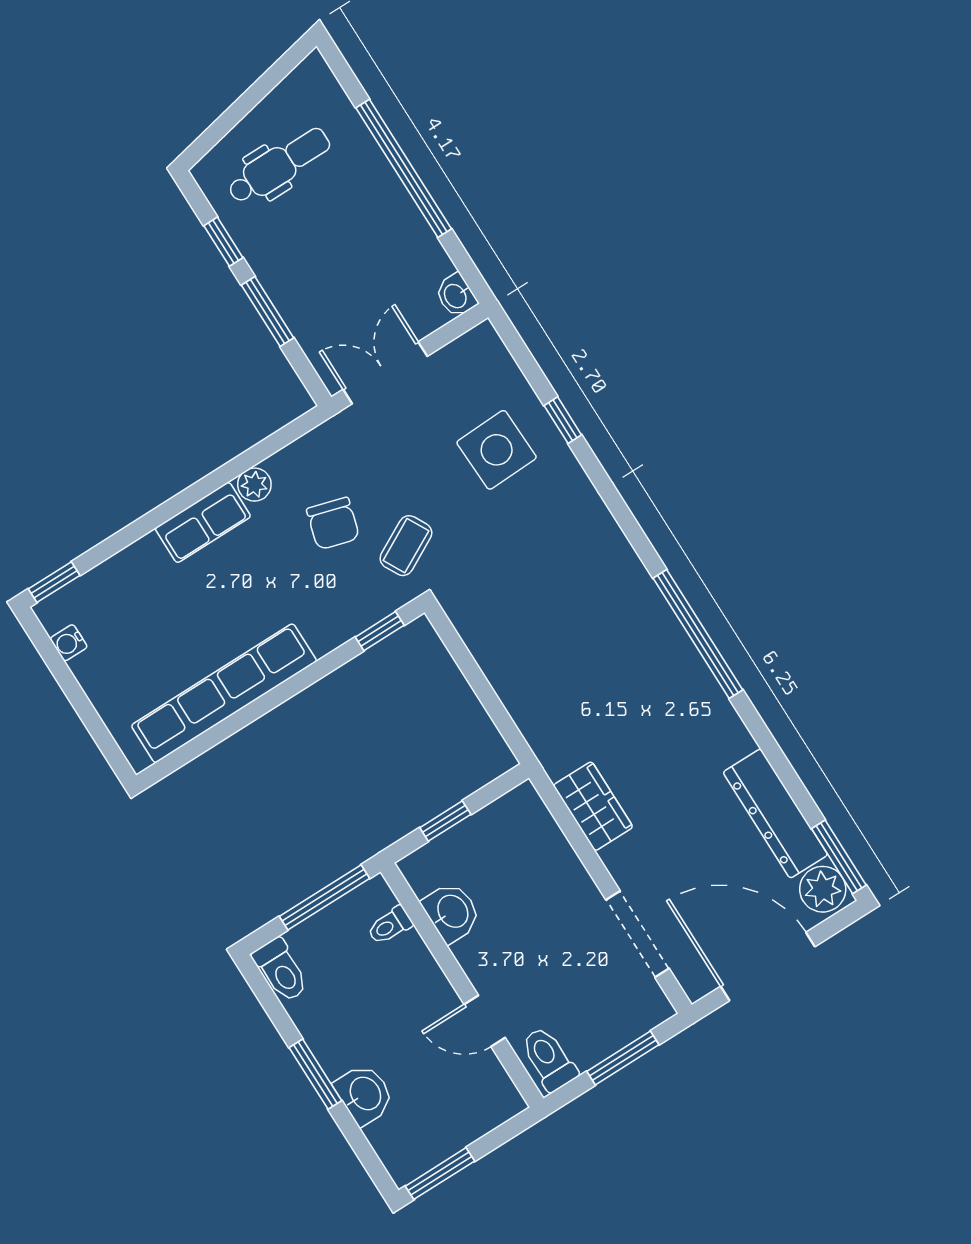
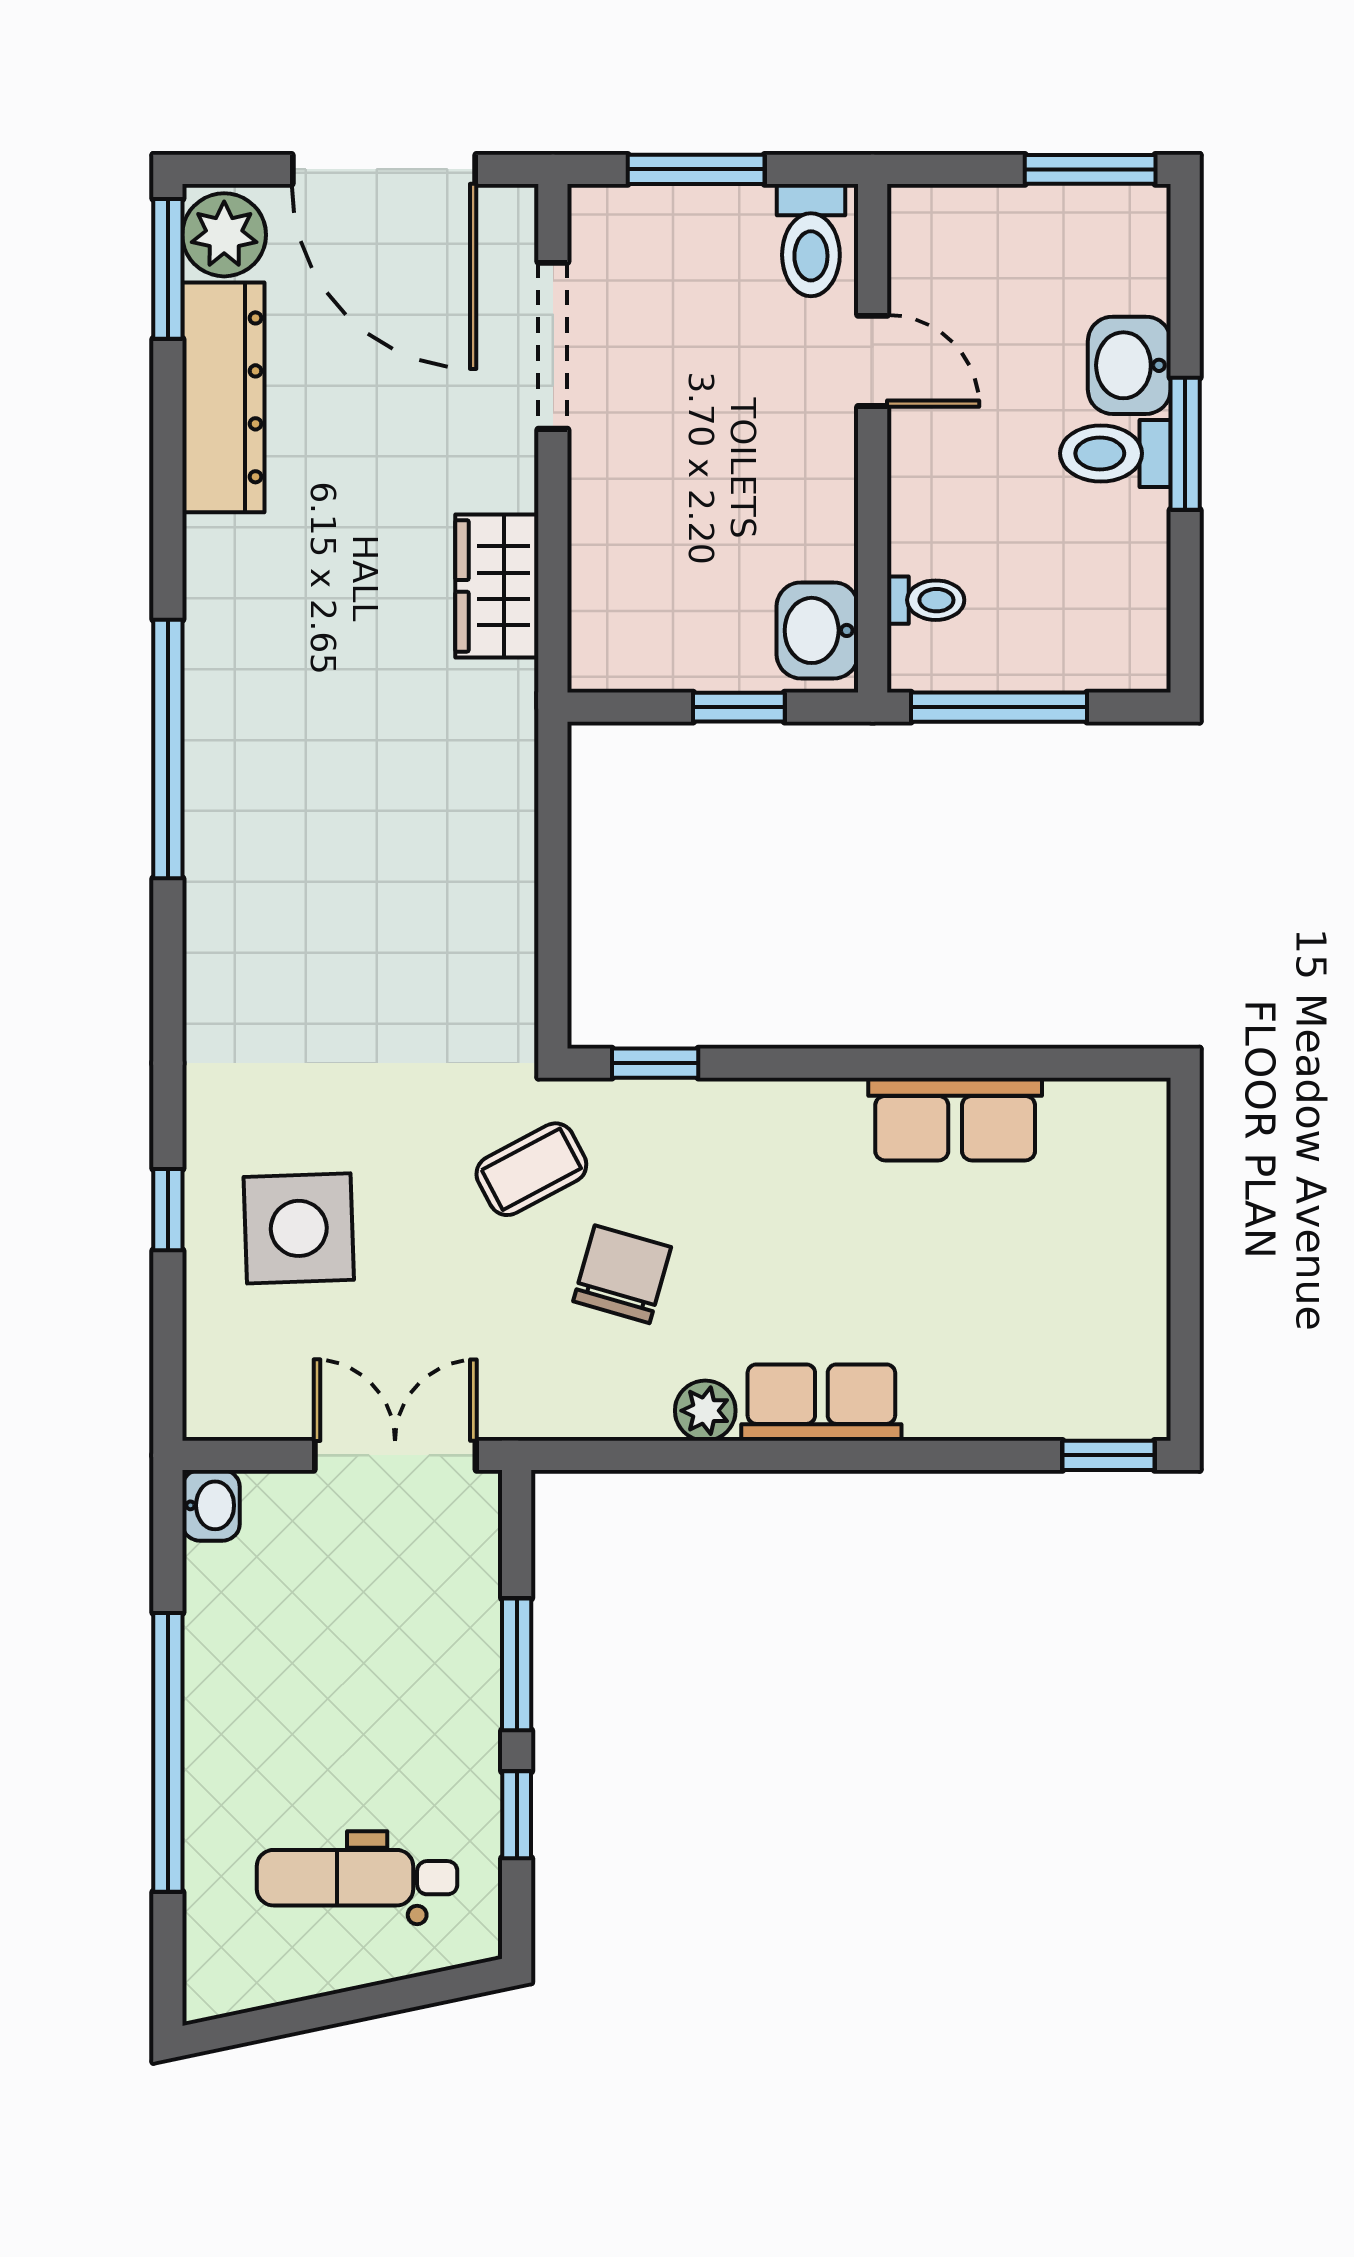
double door: (385, 373) -> (395, 1455), swing flipped
water cooler: (69, 643) -> (1145, 1348), removed
row of seats: (224, 693) -> (955, 1119), width x0.50
washbasin: (452, 912) -> (817, 630), moved
toilet: (281, 970) -> (1115, 453), moved, turned -90

